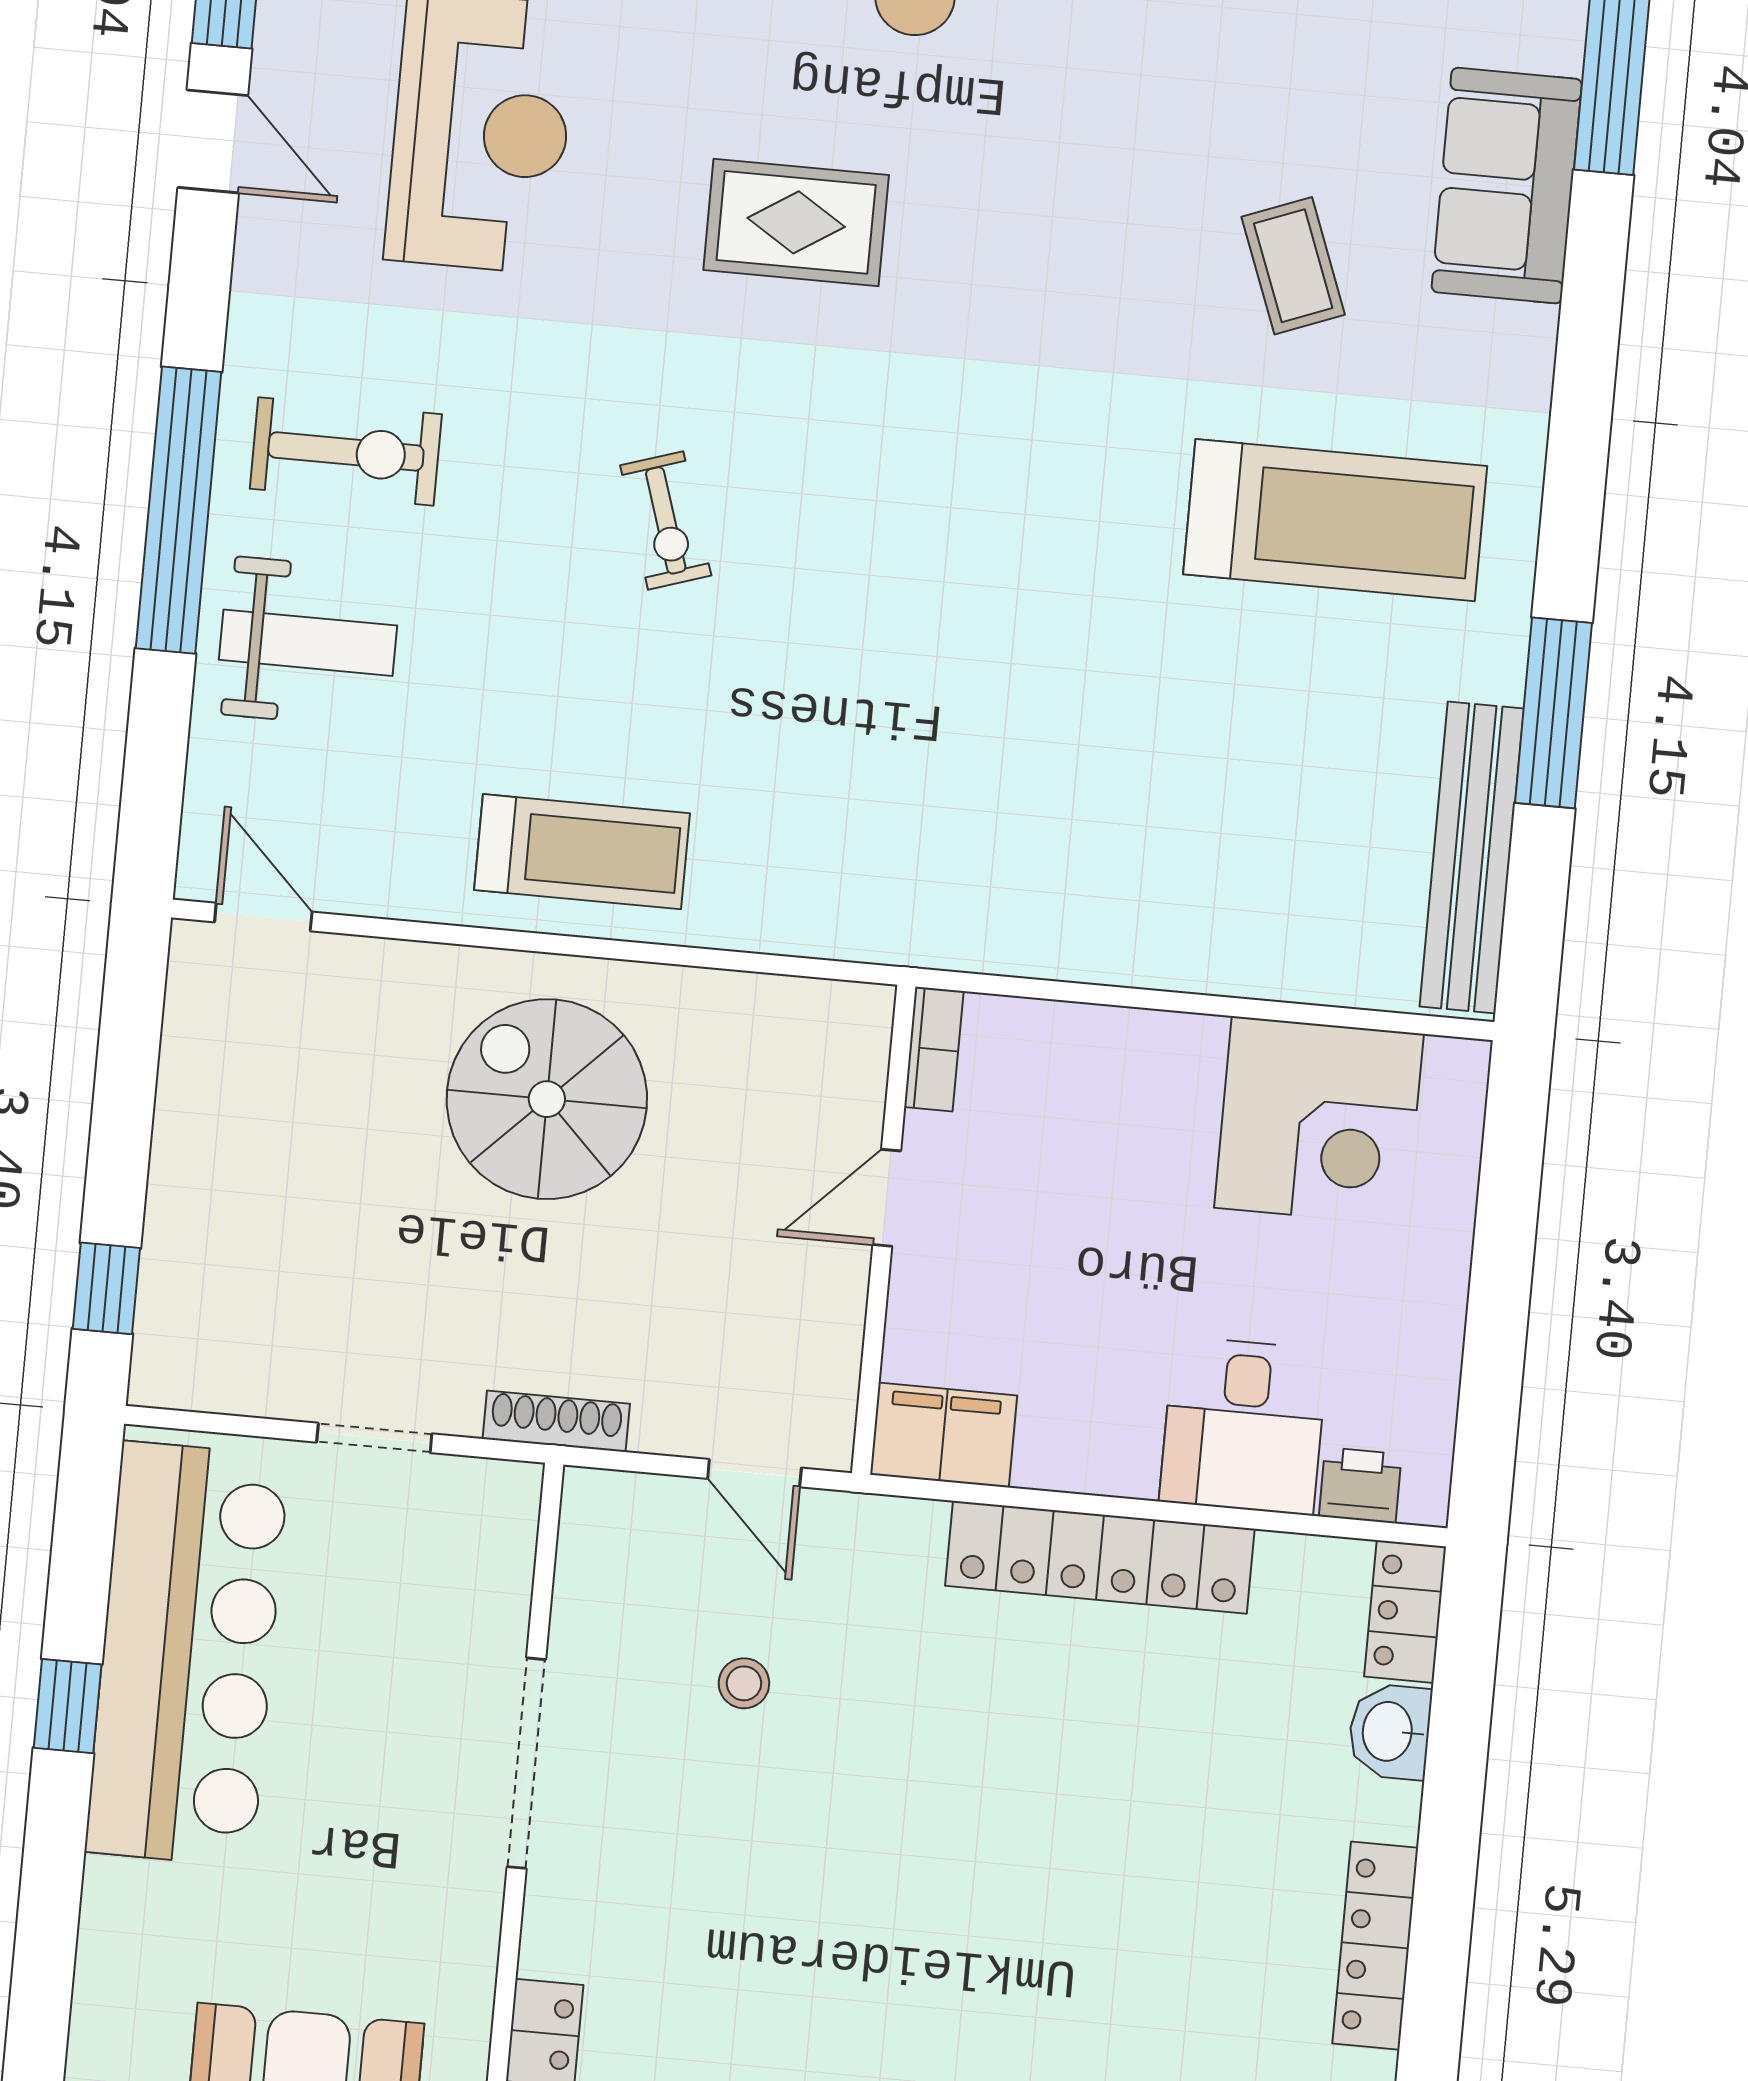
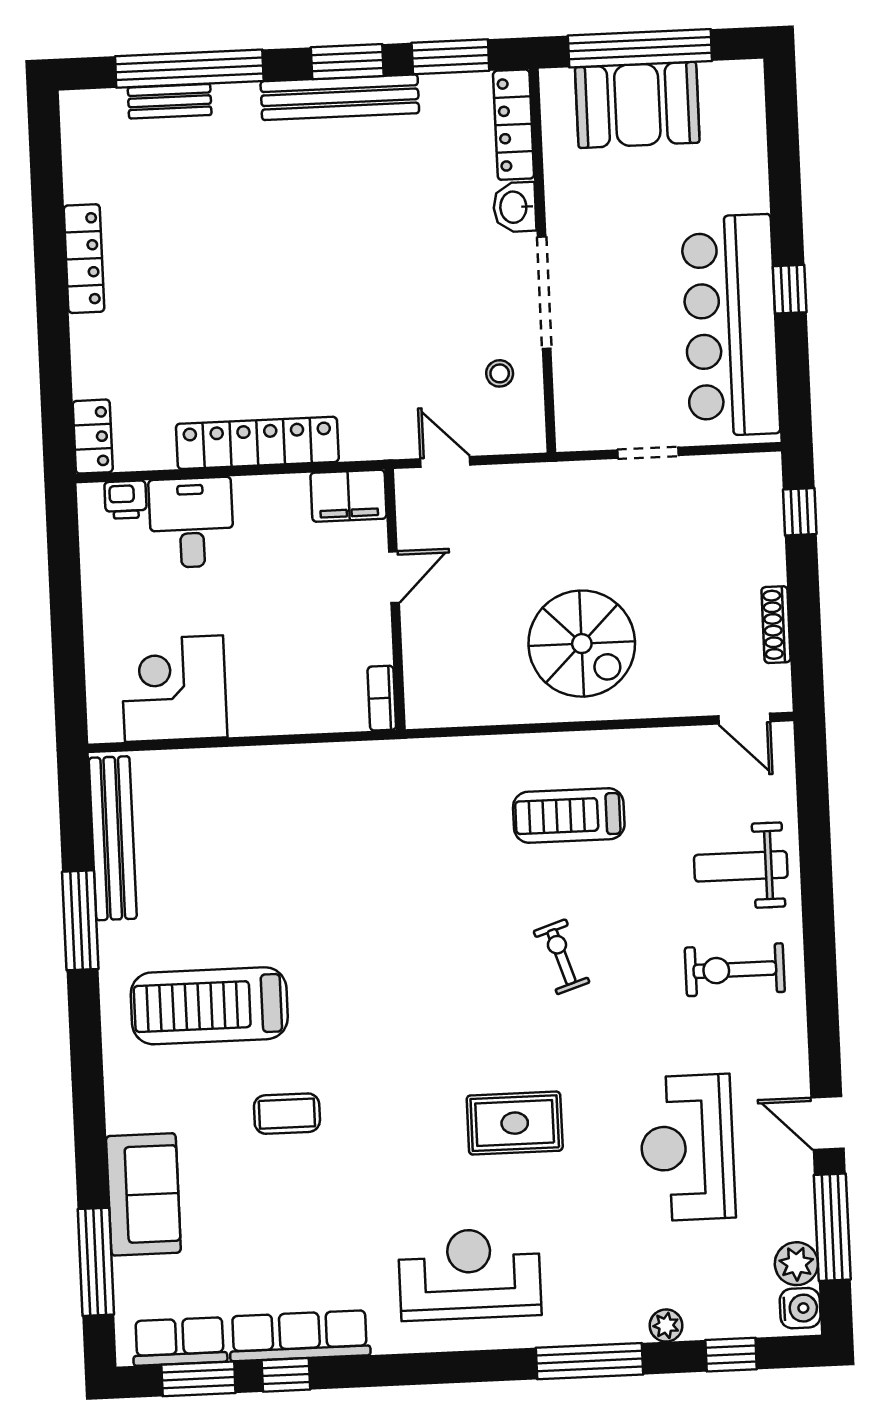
coffee table: (1293, 266) -> (287, 1114), moved, turned -69
window: (179, 510) -> (819, 927), removed
treadmill: (582, 852) -> (569, 816), moved
door: (887, 1198) -> (394, 577), moved
shoe rack: (556, 1421) -> (776, 625), moved, turned 90
stool: (744, 1683) -> (500, 373), moved
washbasin: (1390, 1732) -> (515, 207), moved, turned 180

